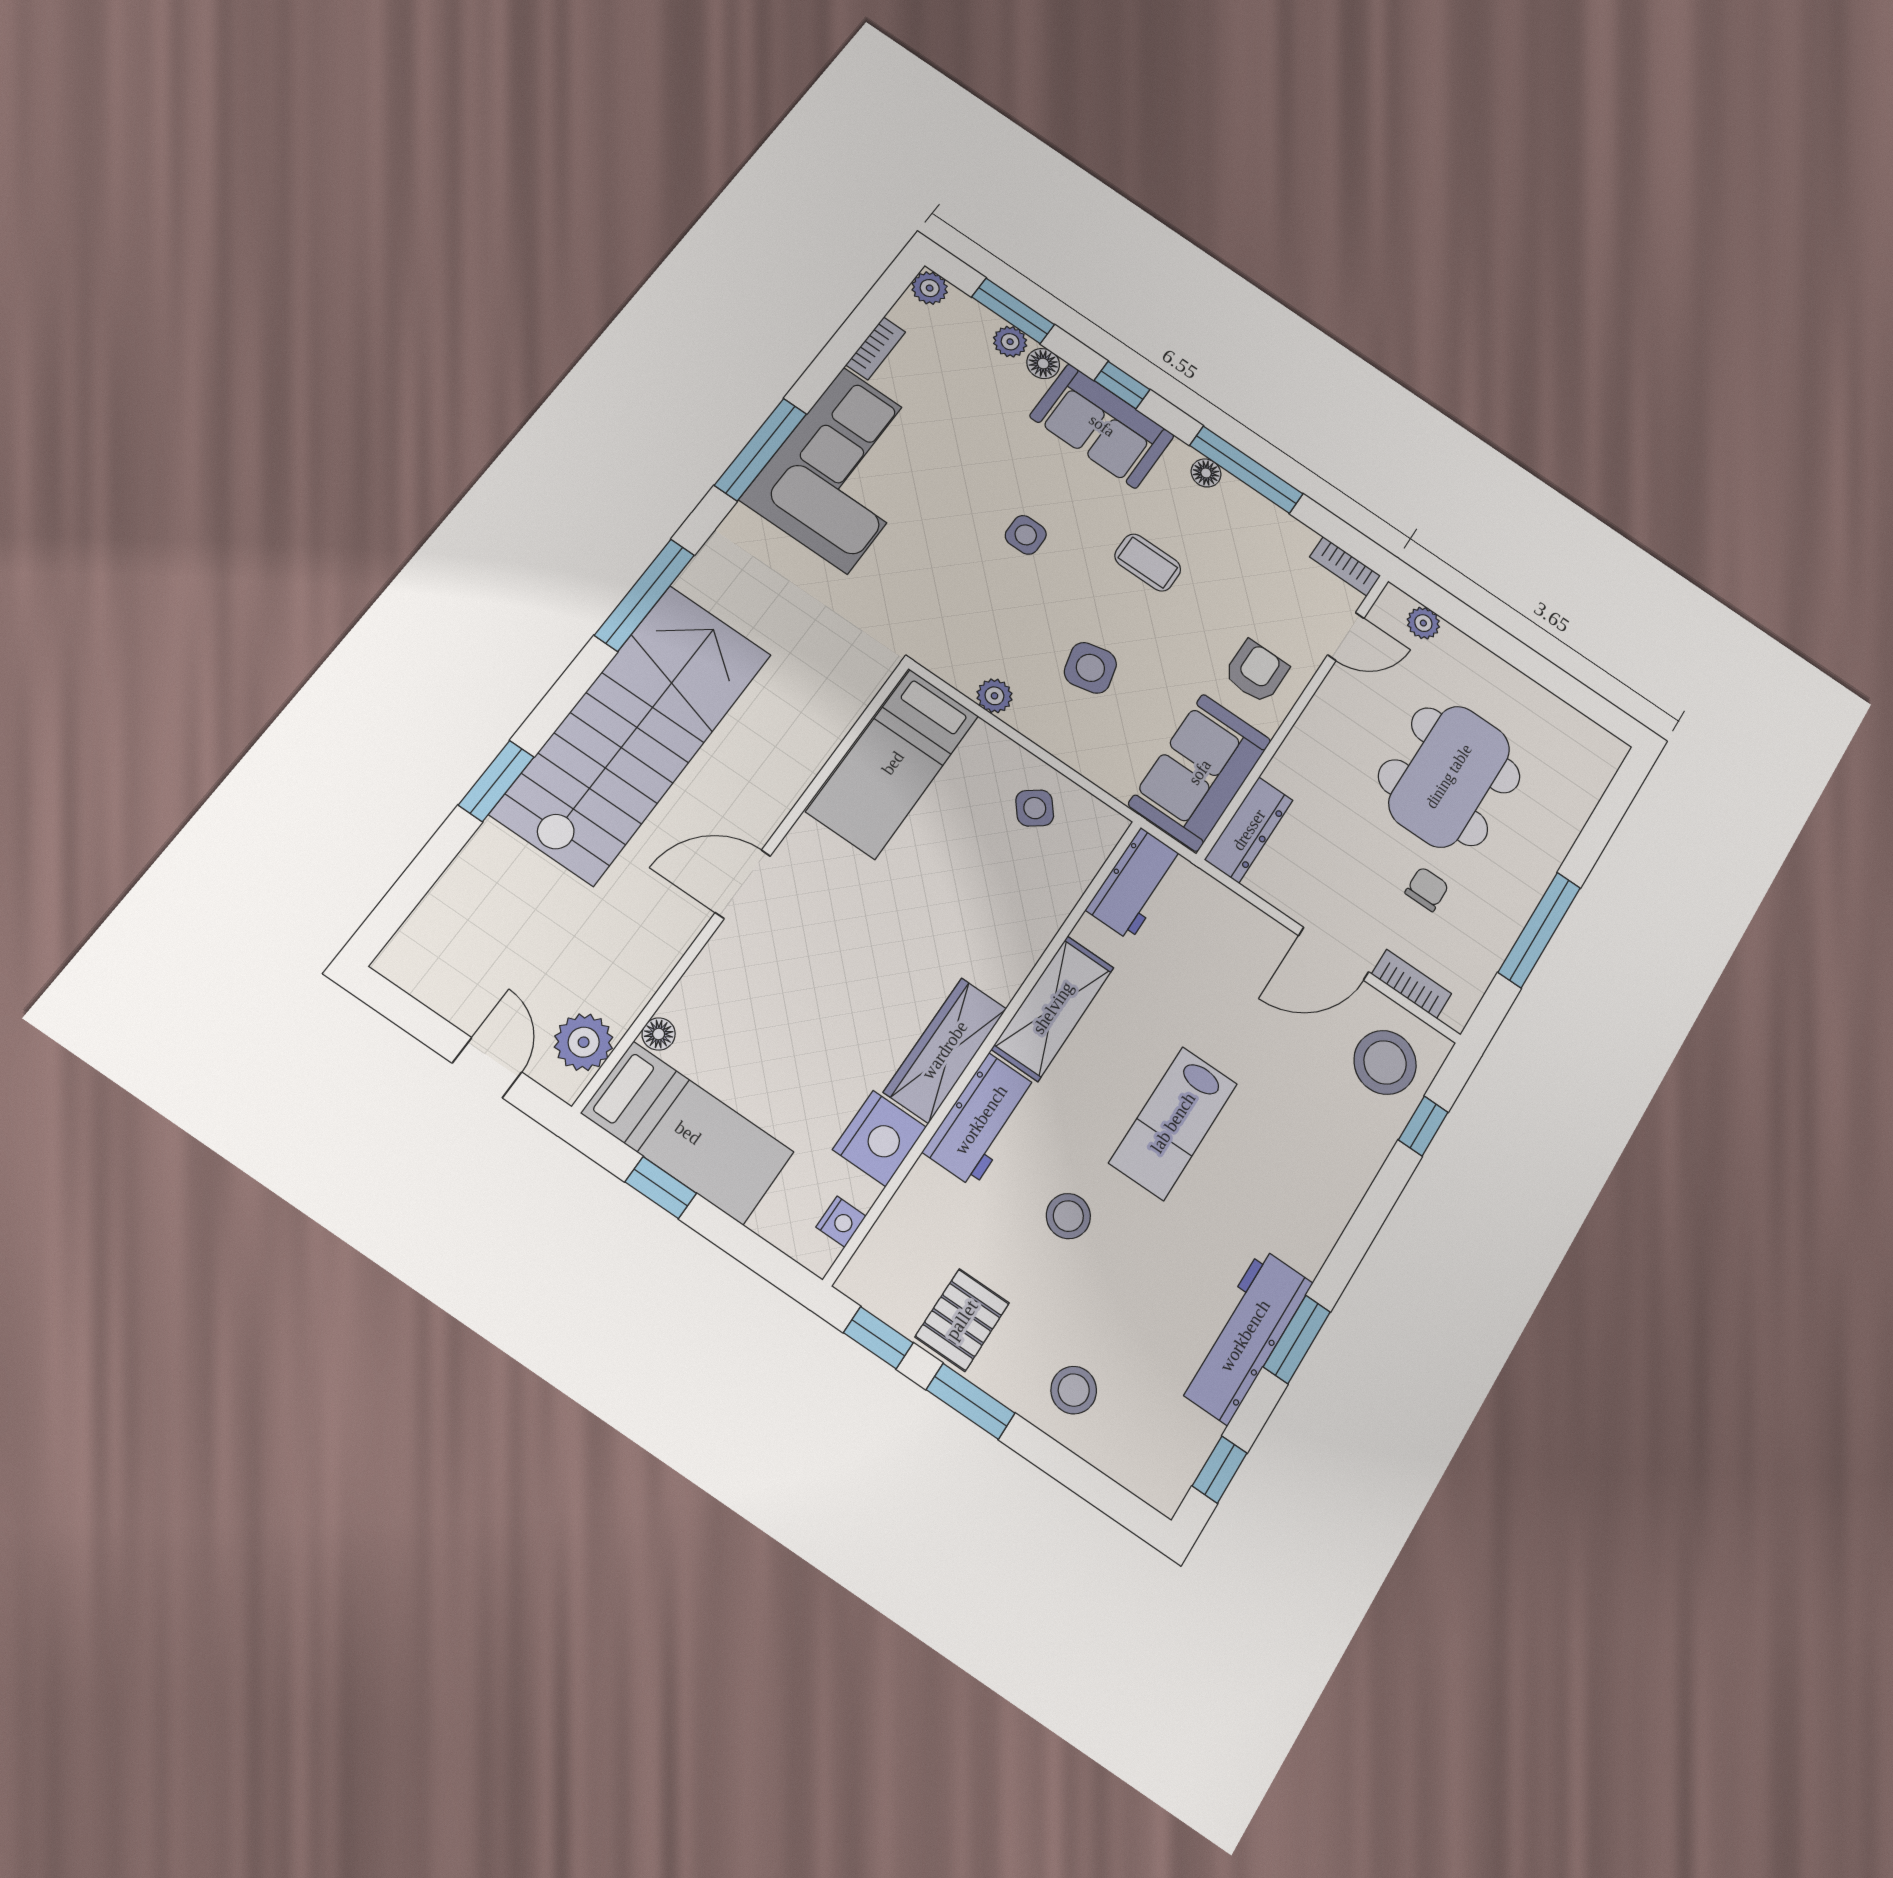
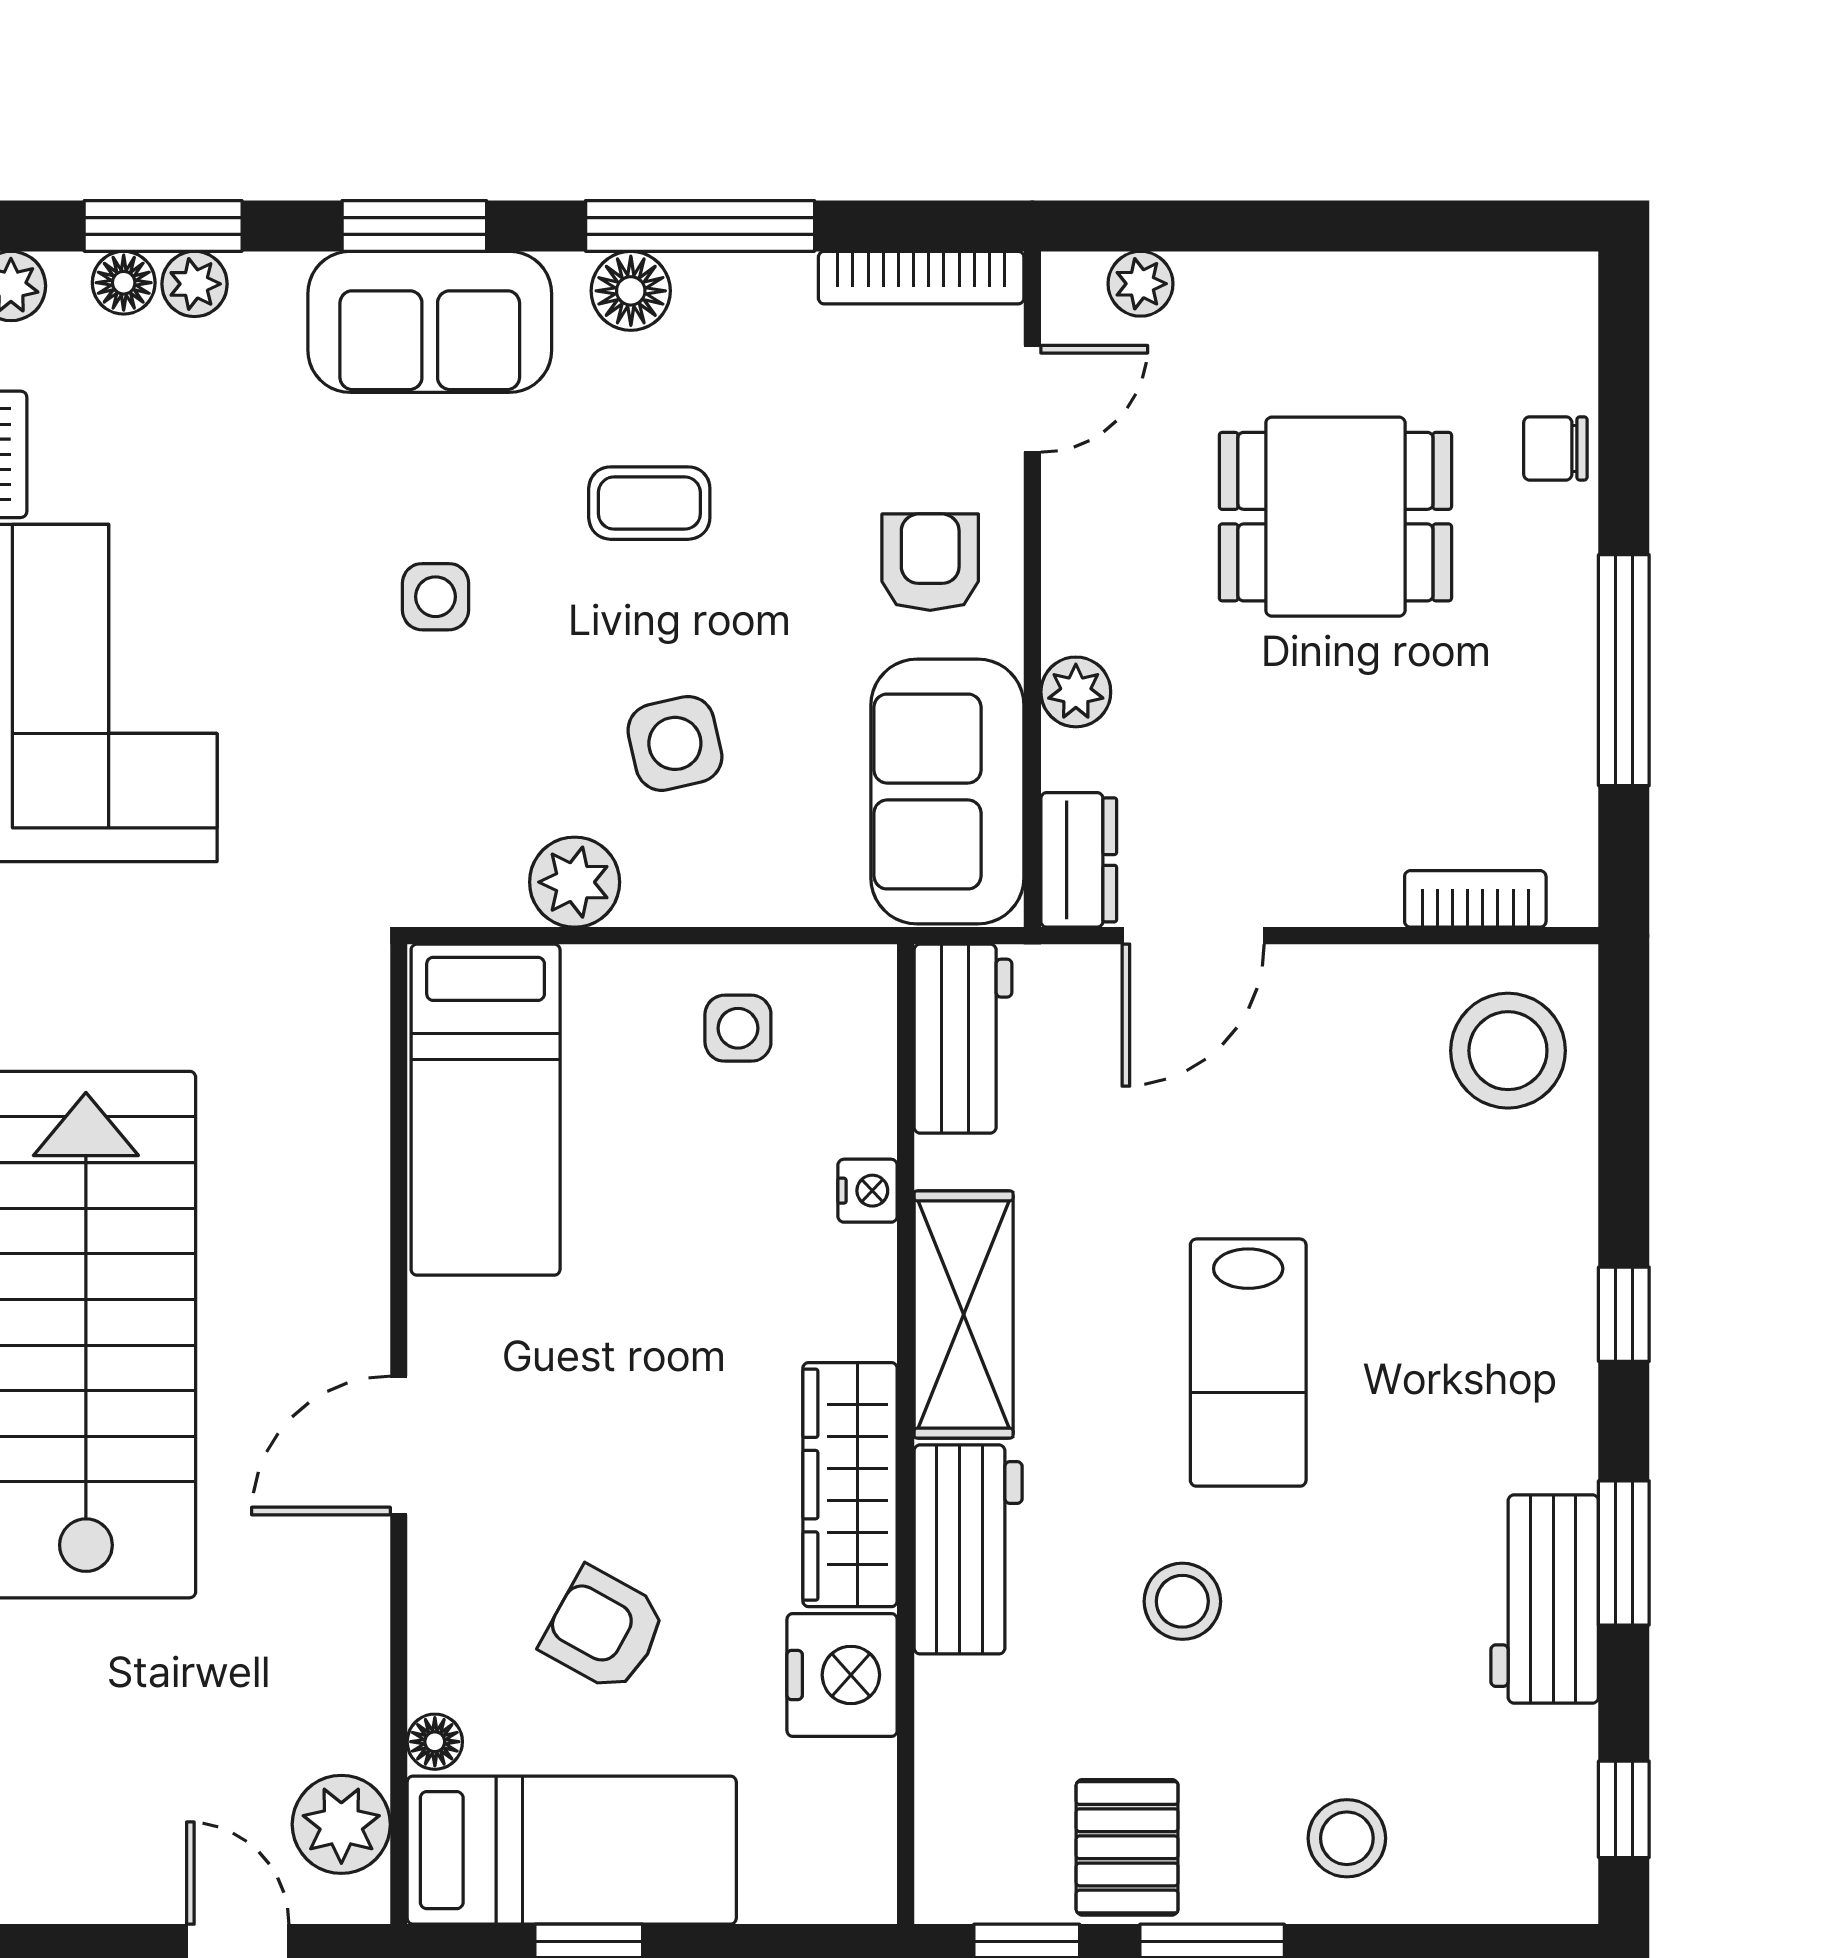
floor lamp: (1043, 364) -> (124, 283), moved
window: (1122, 385) -> (414, 226), width x1.50
floor lamp: (1206, 473) -> (631, 291), width x1.37, depth x1.37
bookcase: (1345, 566) -> (921, 278), width x1.56
plant: (994, 696) -> (575, 882), width x1.38, depth x1.38
plant: (1286, 770) -> (1076, 692), added
dining table: (1449, 776) -> (1335, 517), width x0.73
side table: (1035, 808) -> (738, 1028), turned 38
dresser: (1249, 830) -> (1079, 860), width x0.70
chair: (1427, 889) -> (1555, 448), moved, turned -90
door: (1334, 954) -> (1193, 936), moved
armchair: (779, 1037) -> (604, 1630), added
window: (1423, 1126) -> (1624, 1314), moved
nightstand: (841, 1222) -> (868, 1191), moved
workbench: (1245, 1336) -> (1545, 1599), width x0.73

